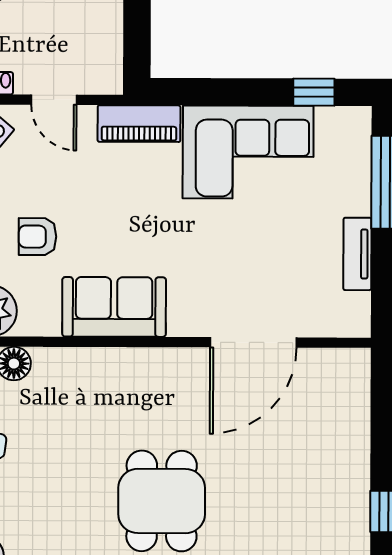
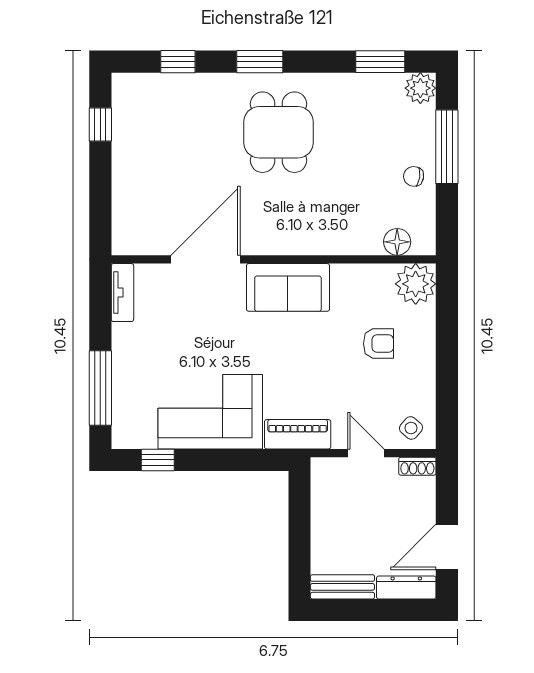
tv unit: (357, 254) -> (122, 293), moved
sofa: (114, 307) -> (288, 287), moved

